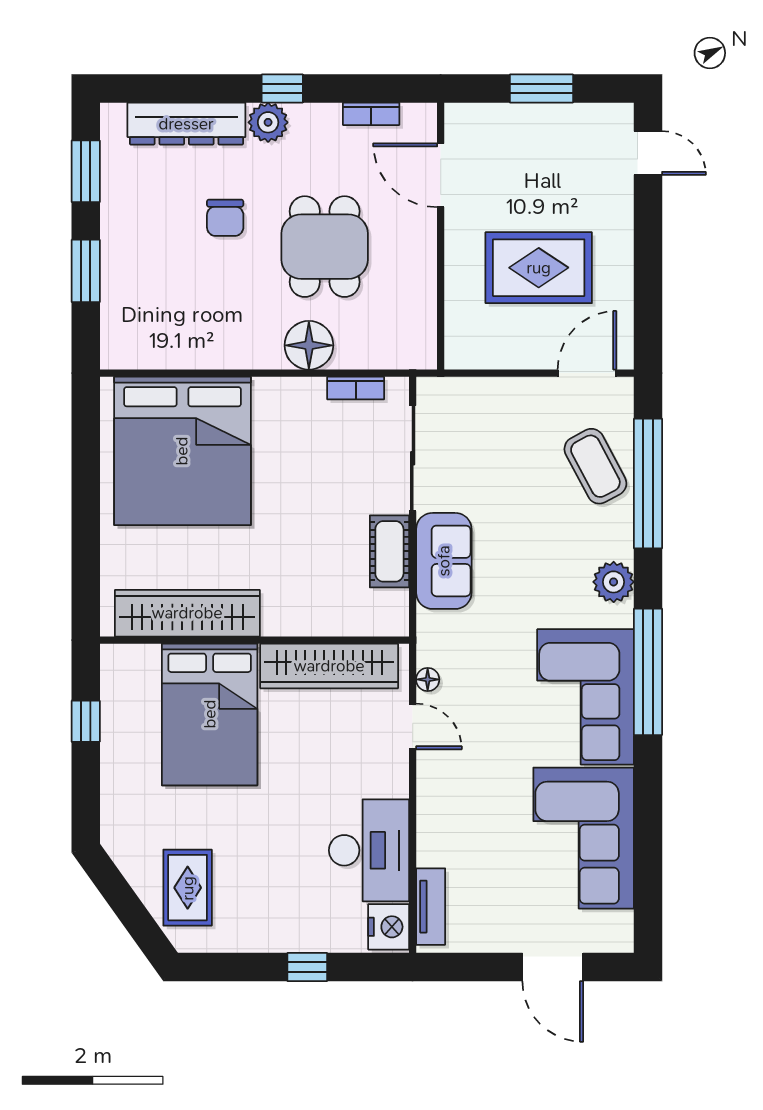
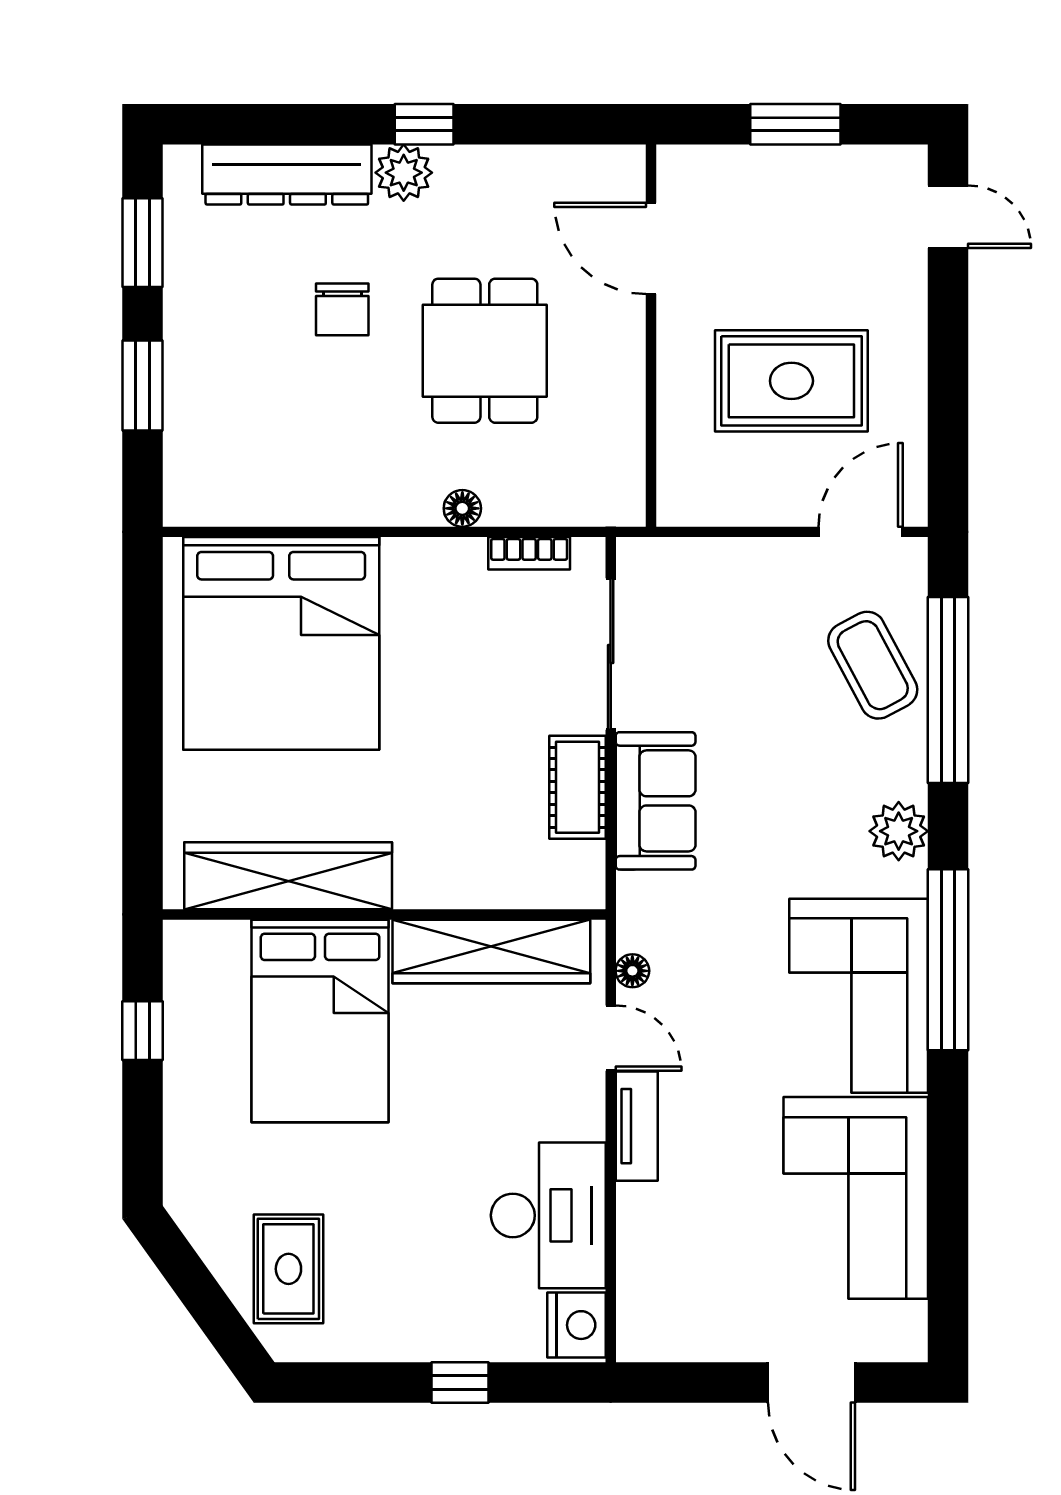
bookcase: (371, 114) -> (551, 160), removed
floor lamp: (309, 345) -> (462, 508), width x0.53, depth x0.53
tv unit: (431, 907) -> (637, 1126), moved

